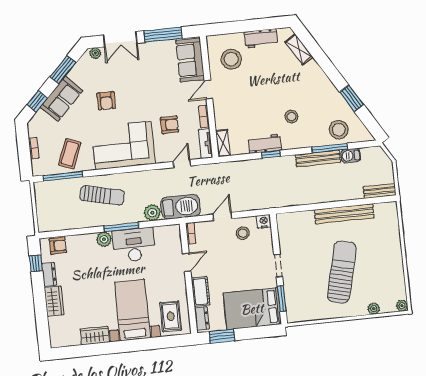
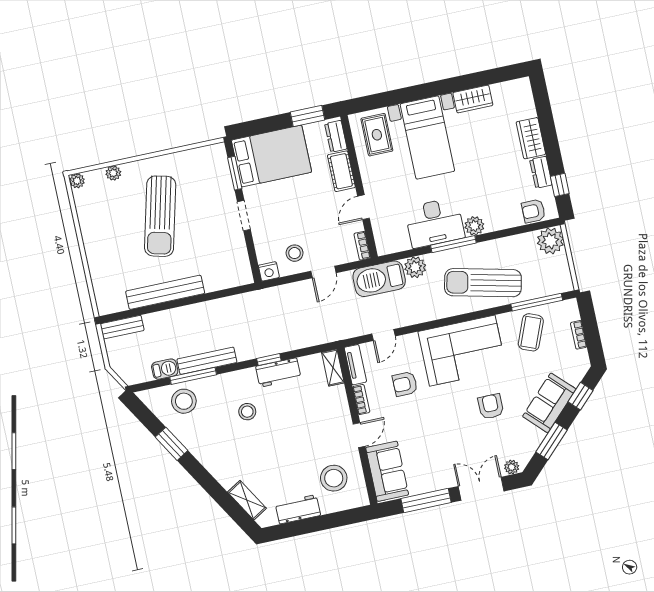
sun lounger: (102, 195) -> (483, 283), width x1.36, depth x1.34
plant: (47, 222) -> (550, 241), added

